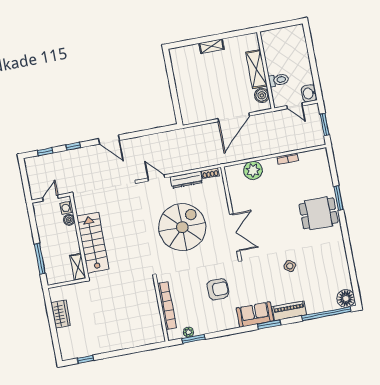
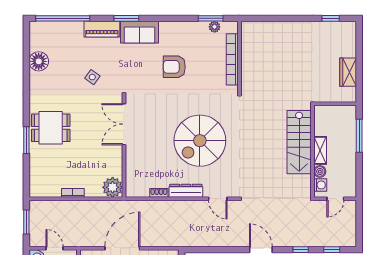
wall: (231, 213) -> (124, 146), moved
double door: (235, 233) -> (124, 124), moved
shelving: (78, 267) -> (320, 150), moved
floor lamp: (346, 298) -> (39, 61), moved

